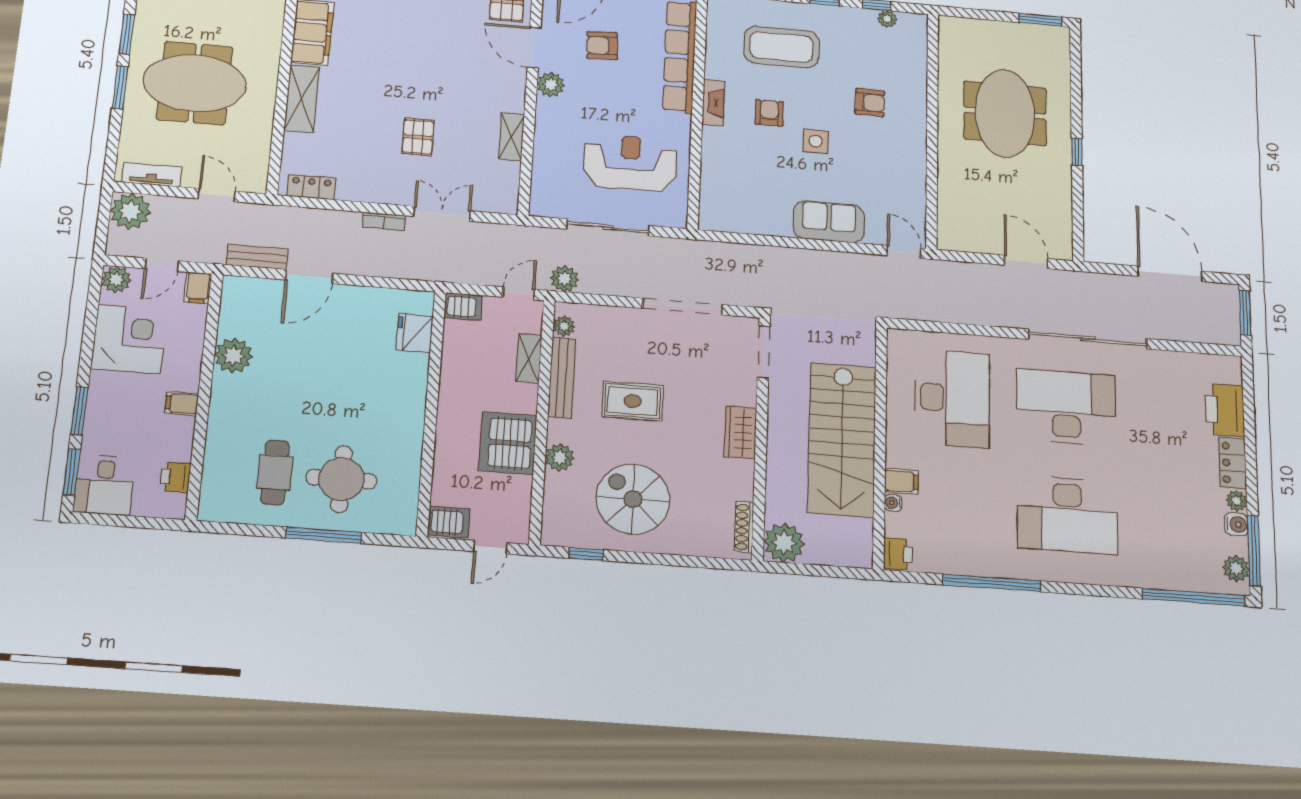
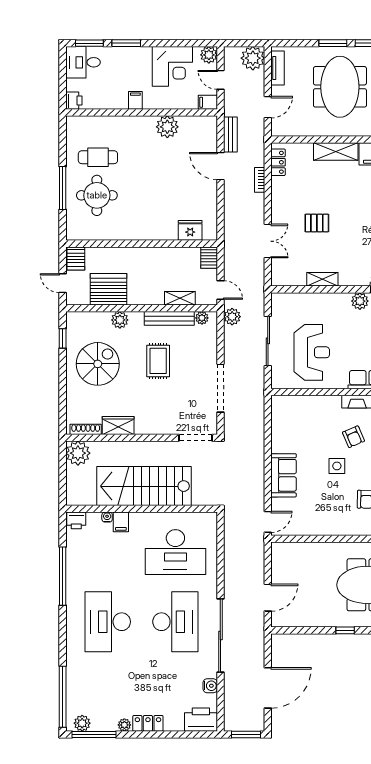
armchair: (769, 113) -> (353, 437), turned 67
bookcase: (384, 221) -> (260, 180), moved
printer: (1225, 410) -> (201, 720), moved
wardrobe: (740, 432) -> (118, 425), moved
server rack: (508, 443) -> (109, 289), moved
printer: (175, 477) -> (74, 101), moved, turned 90
water cooler: (1236, 524) -> (210, 686), moved, turned -90

